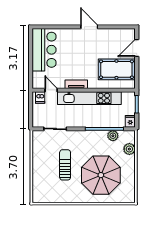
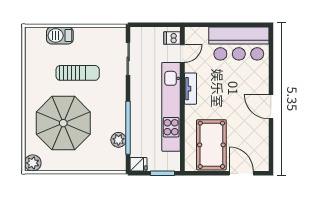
door: (89, 27) -> (271, 107), swing flipped
plant: (129, 149) -> (33, 163), moved
barbecue: (38, 178) -> (60, 36), added

